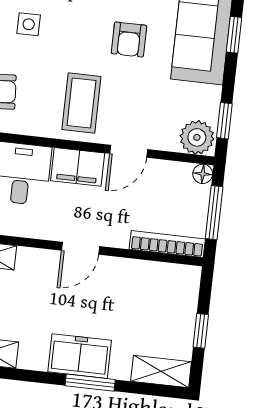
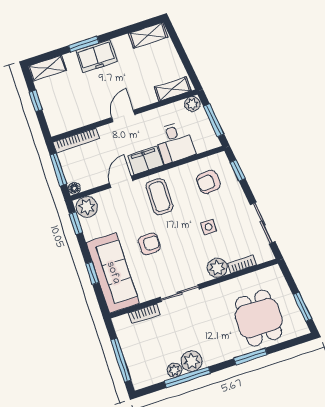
armchair: (129, 40) -> (149, 244), turned 90

